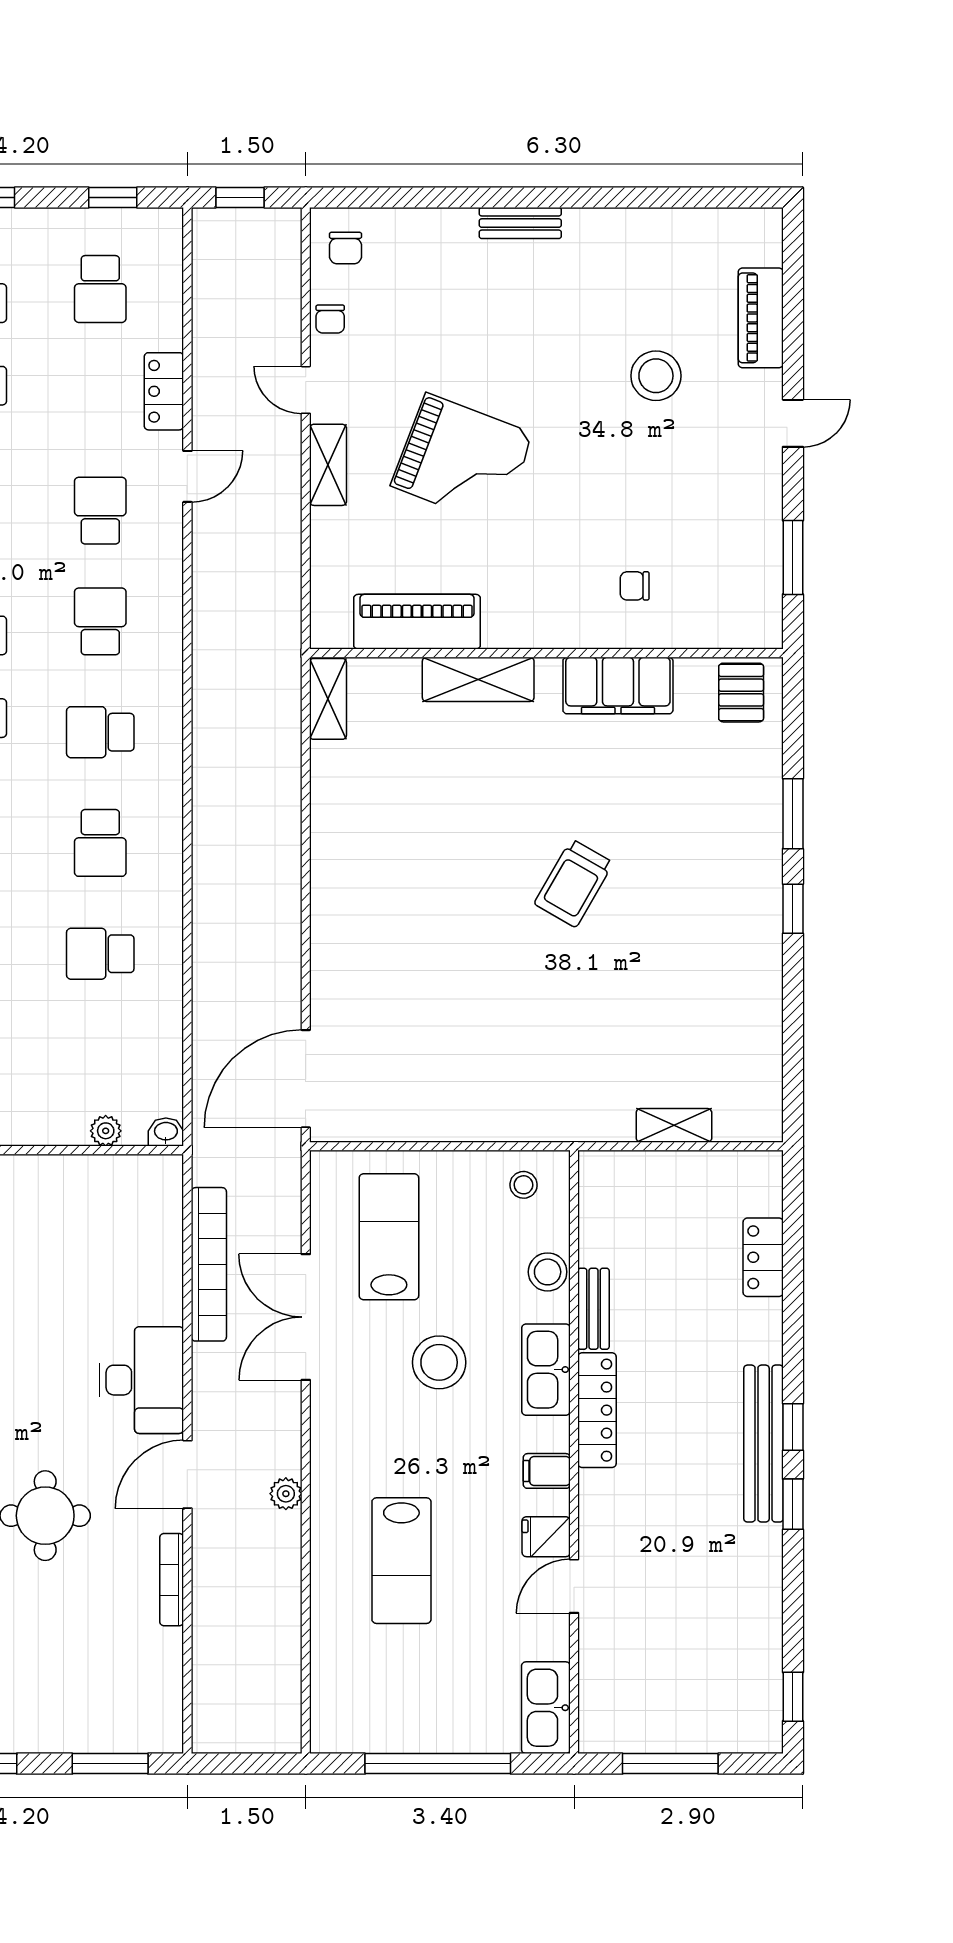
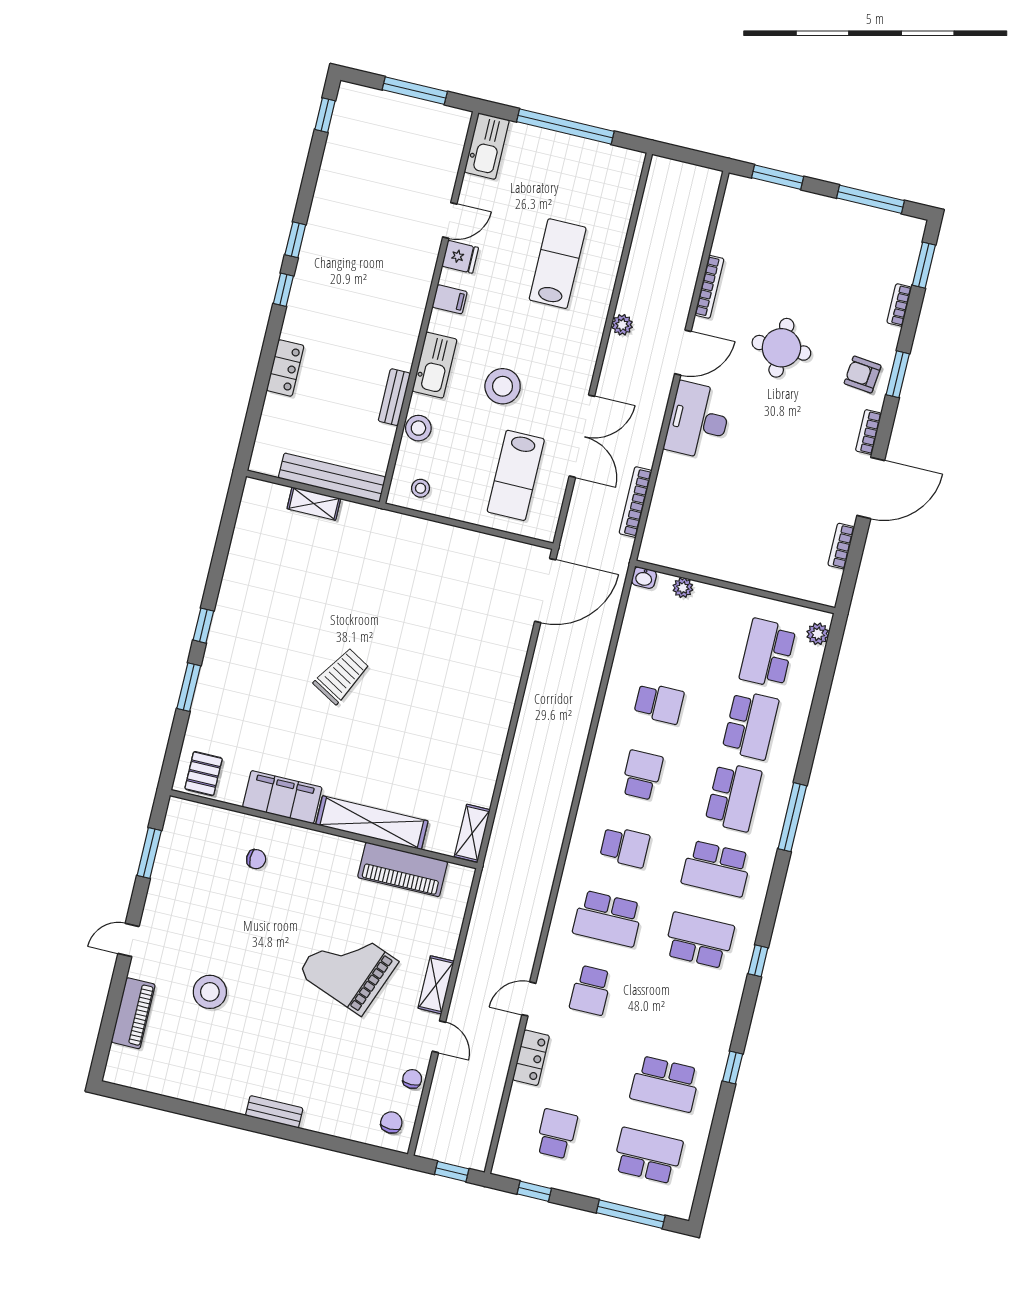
school desk: (100, 621) -> (608, 919), width x1.85
shelving: (478, 679) -> (372, 823), width x1.47
locker: (763, 1257) -> (285, 368), moved
bookcase: (209, 1264) -> (635, 502), width x0.68, depth x0.76
locker: (597, 1410) -> (408, 331), removed
bench: (764, 1444) -> (332, 478), moved, turned 90

